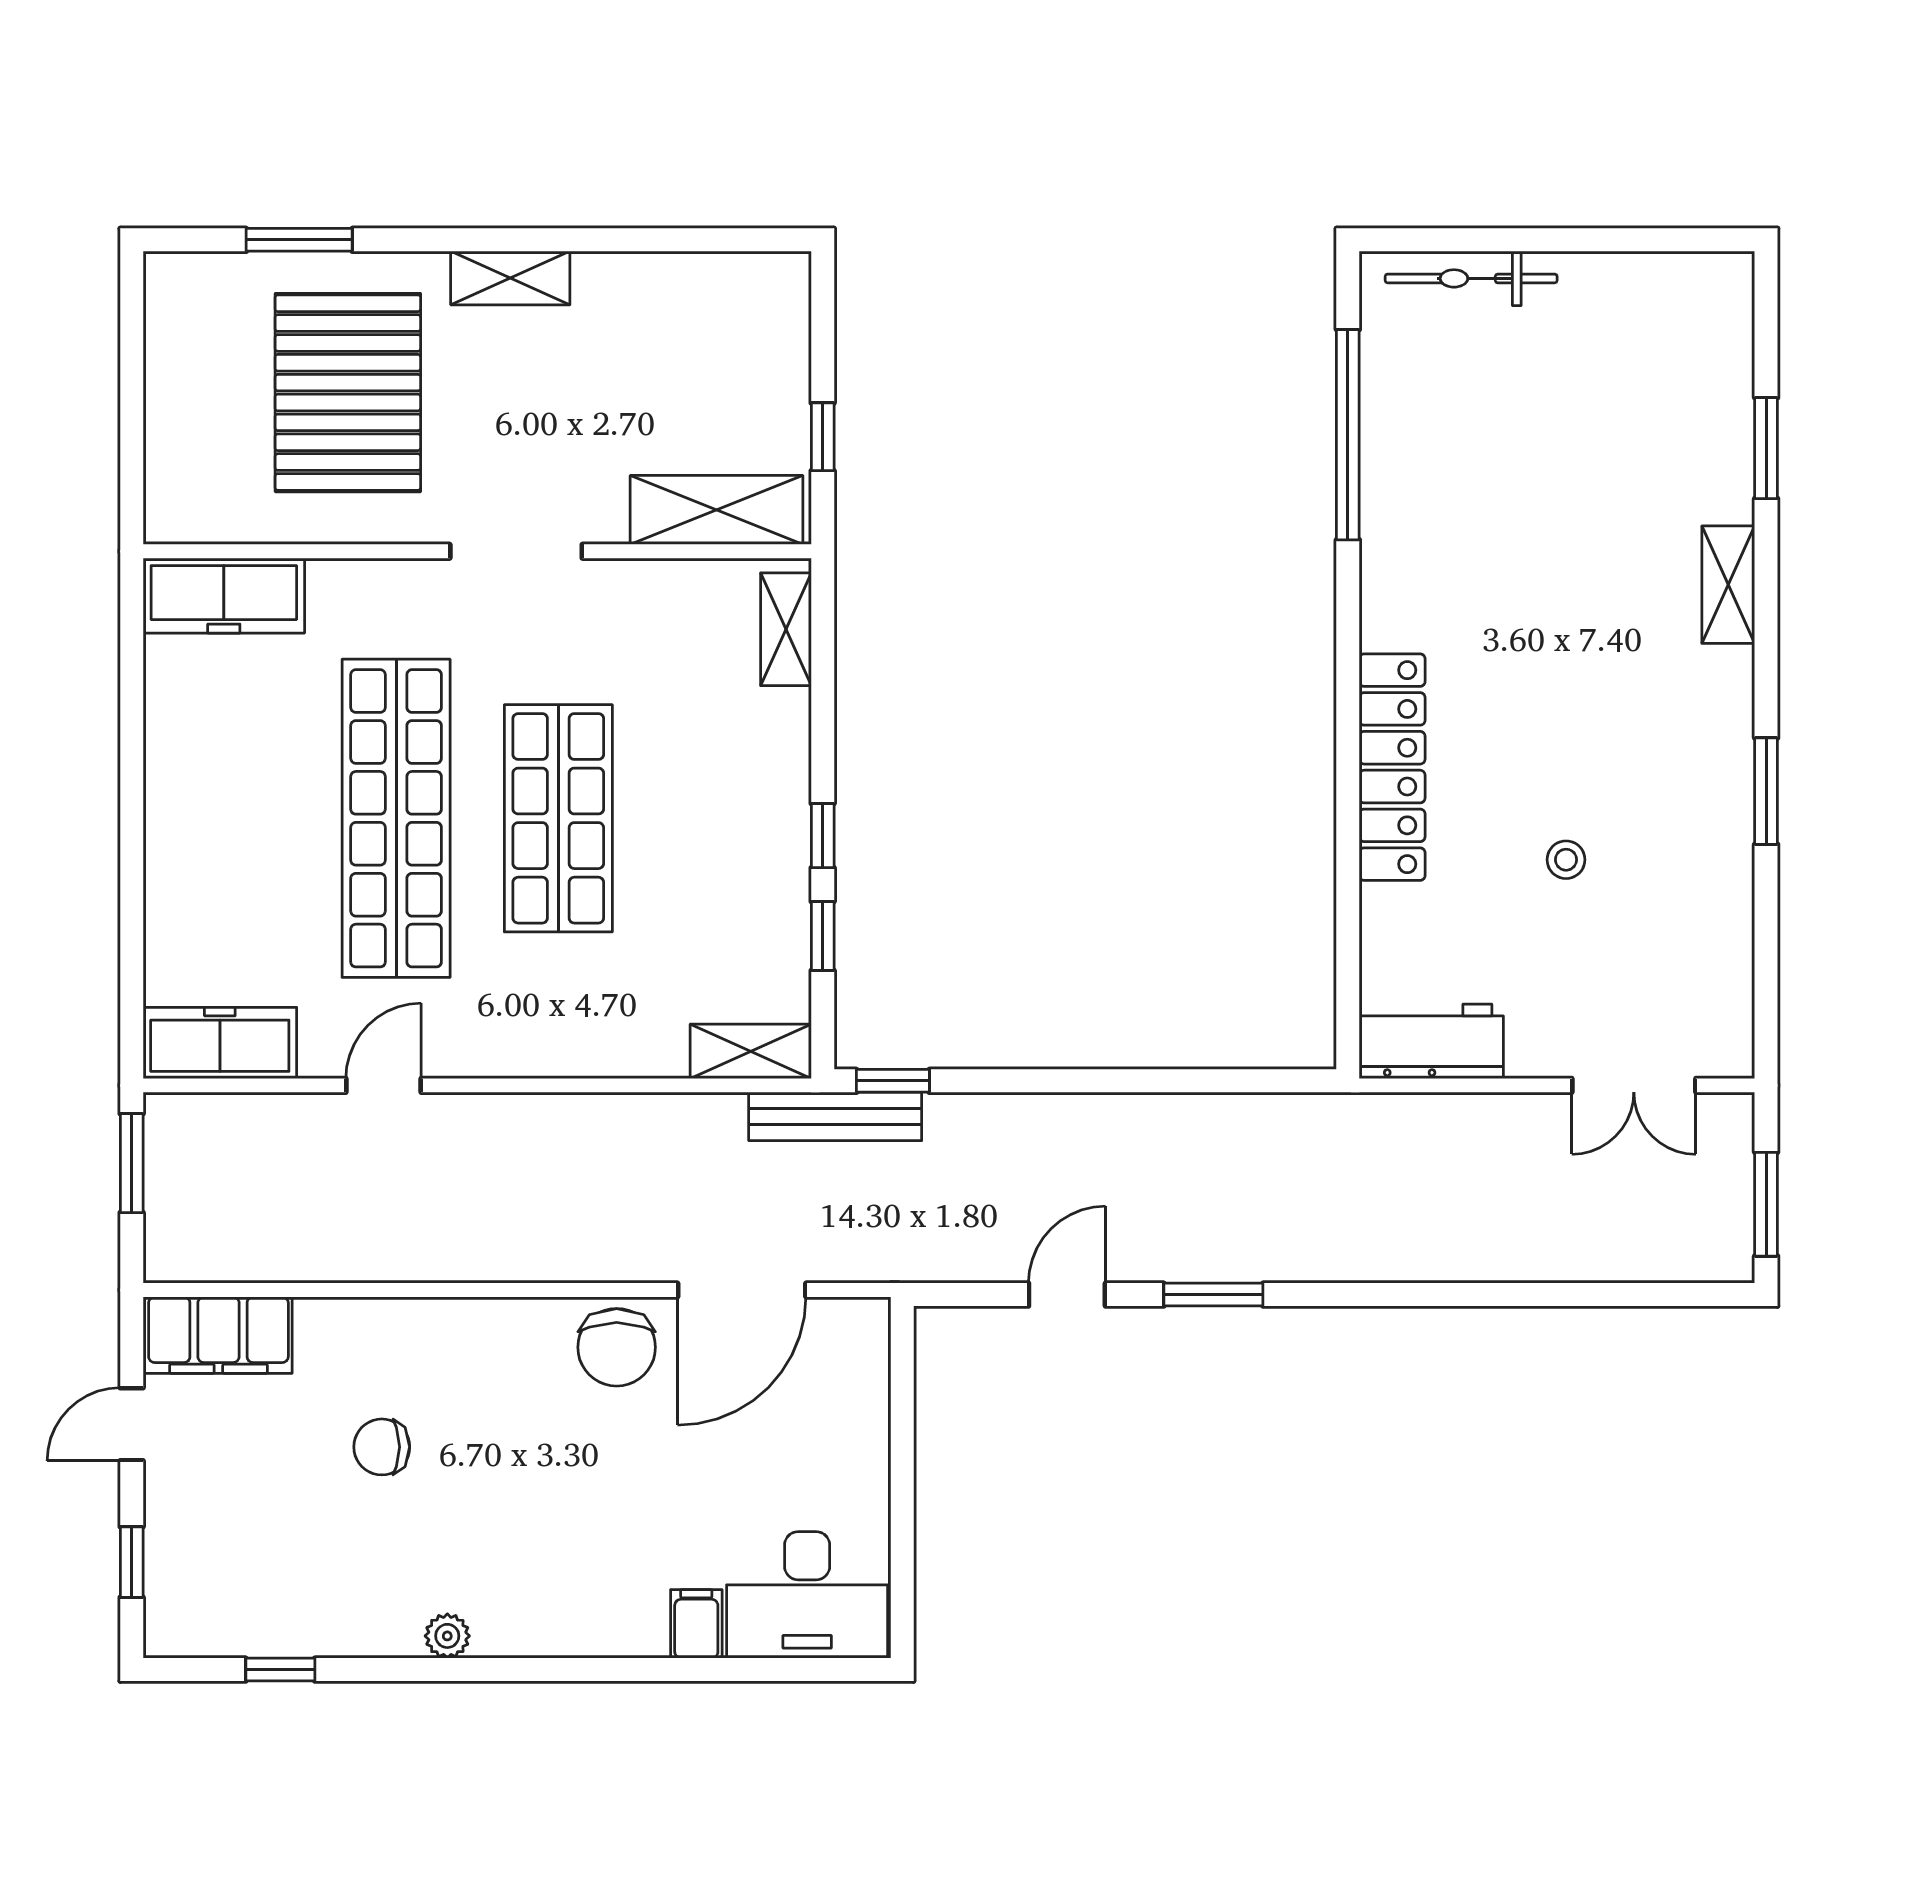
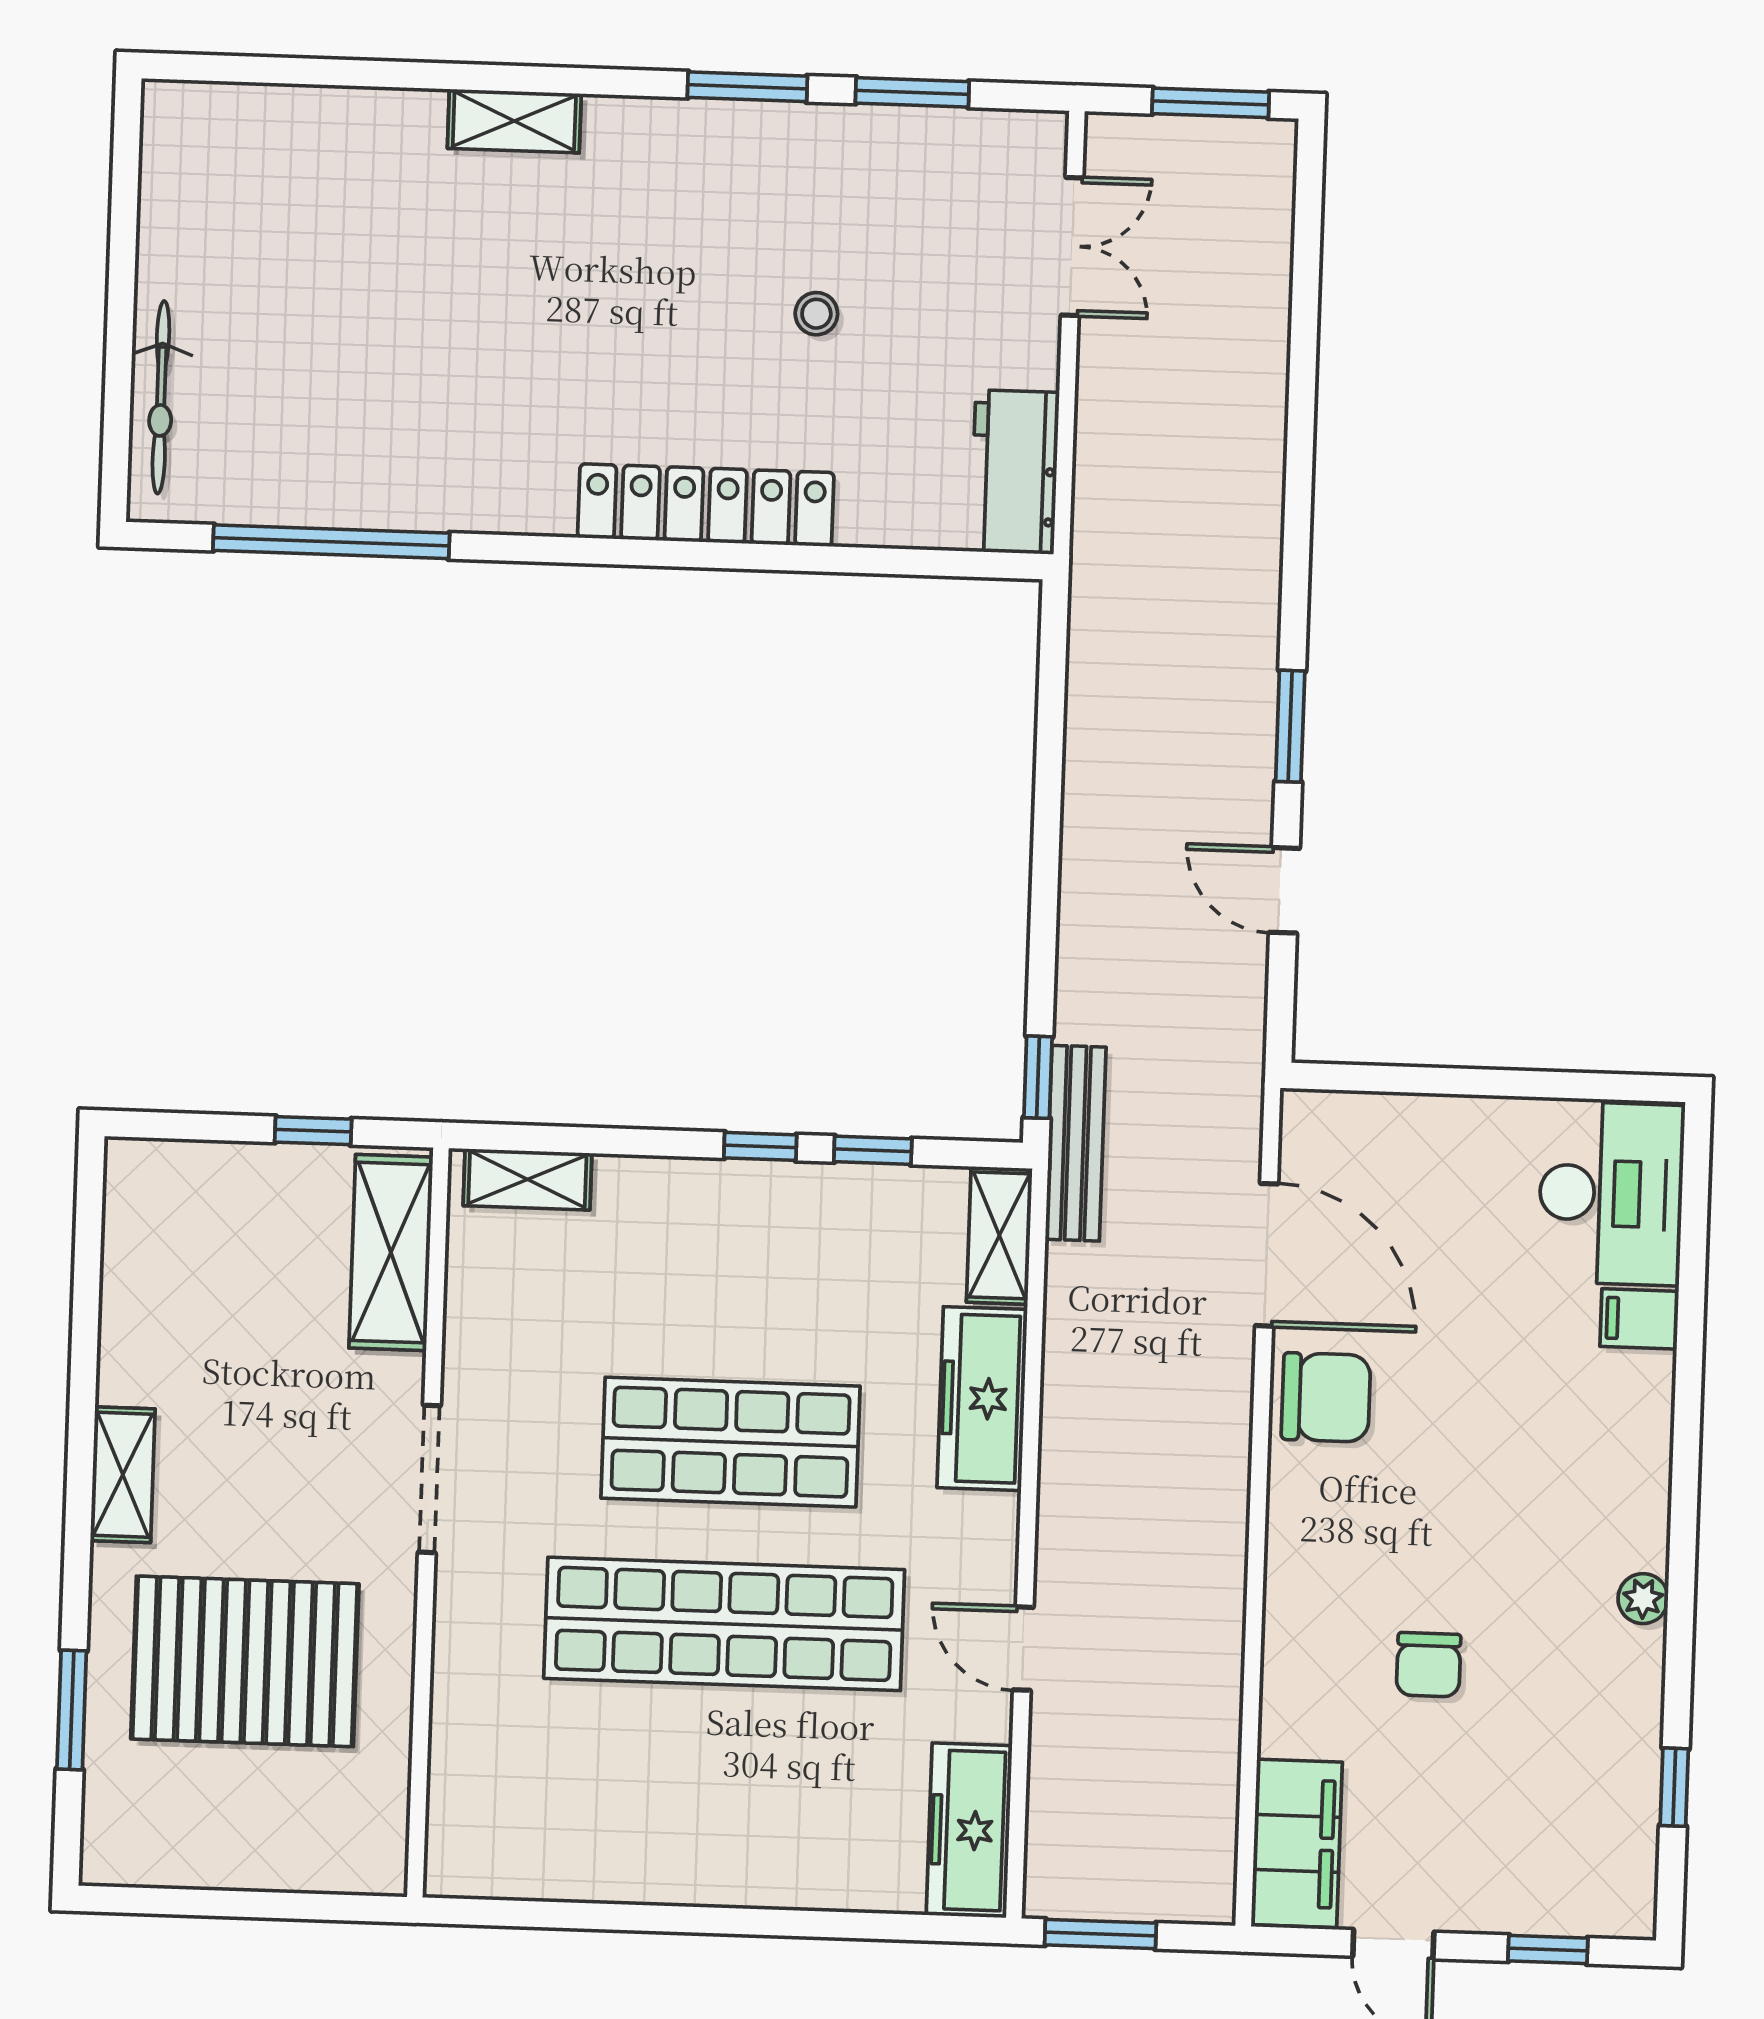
window: (1766, 448) -> (912, 92), moved
freezer: (224, 596) -> (982, 1399), moved, turned 180

